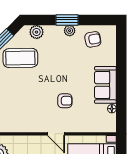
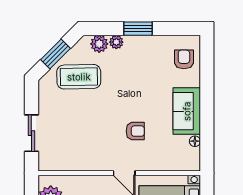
plant: (70, 31) -> (116, 42), moved
armchair: (93, 39) -> (184, 59), moved, turned -79

